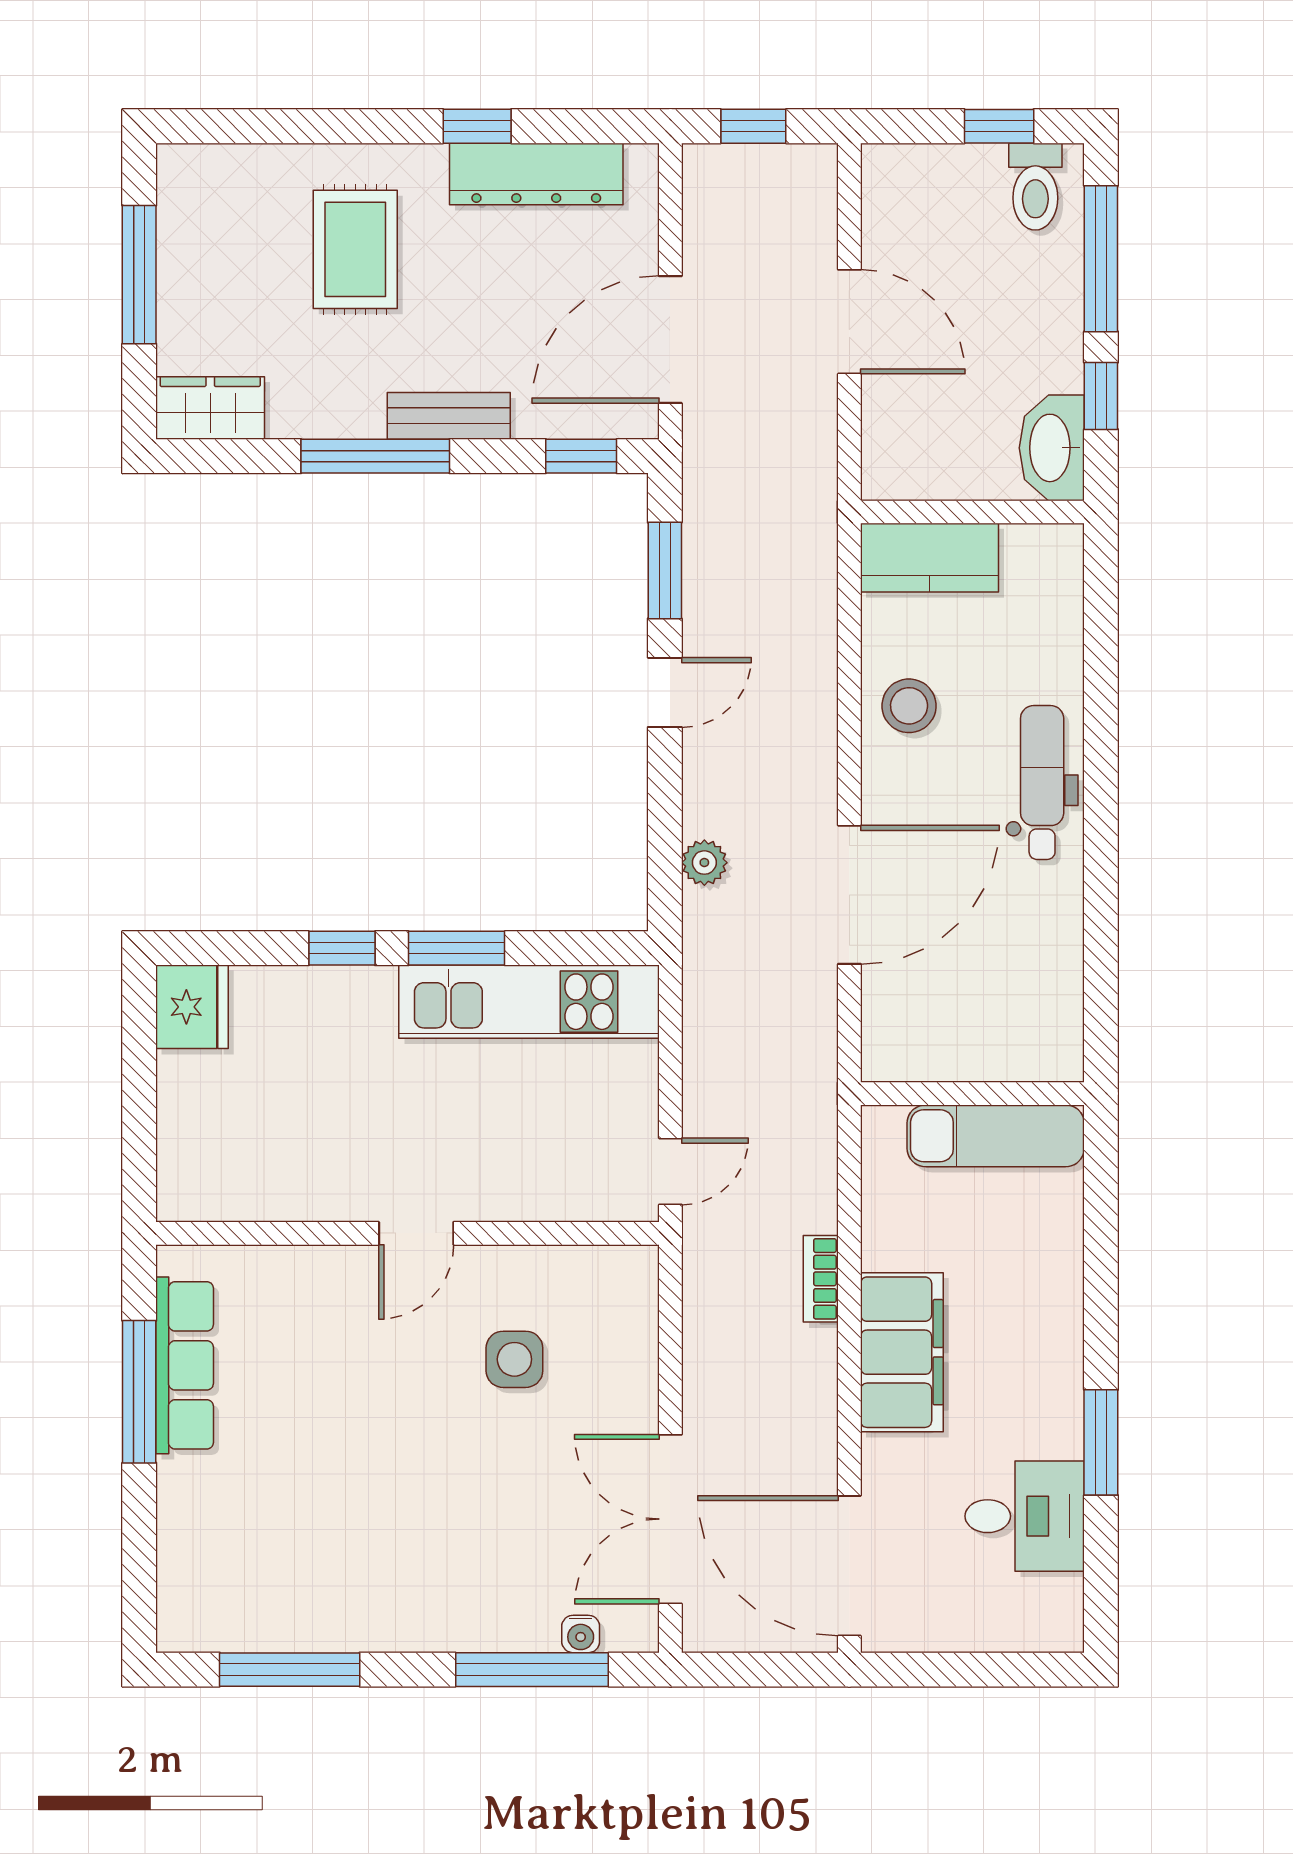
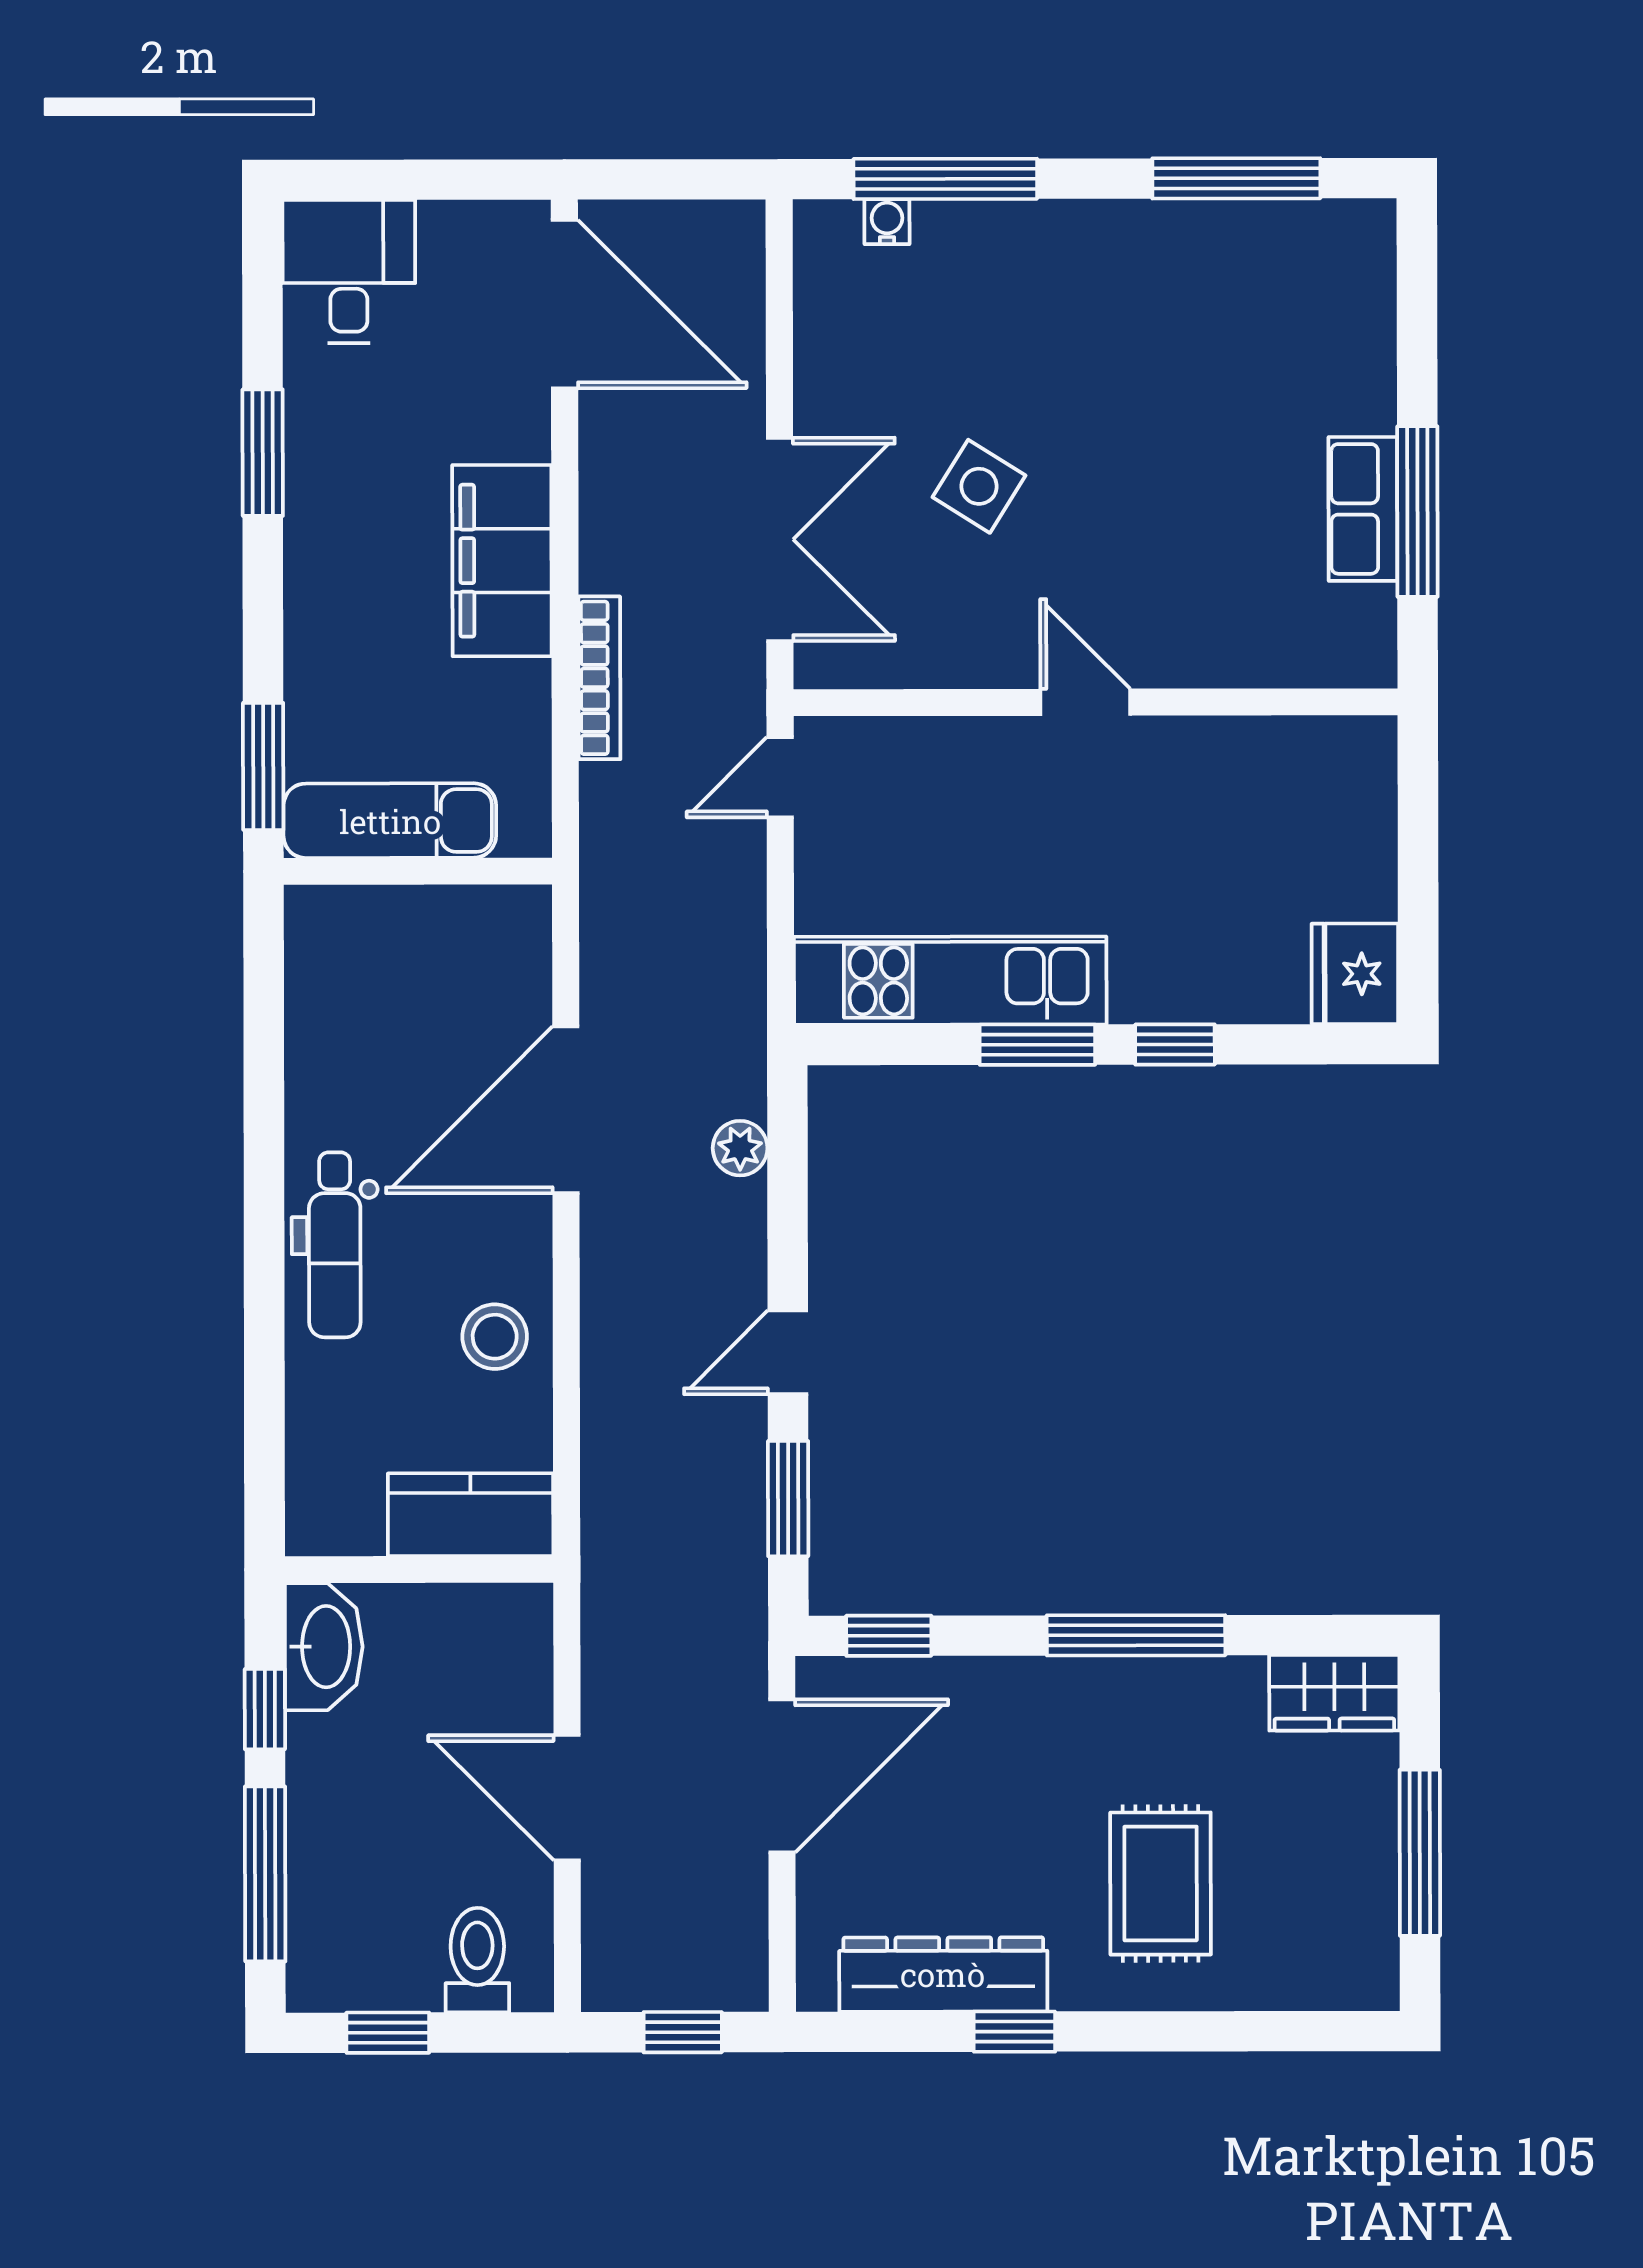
toilet: (1035, 187) -> (477, 1960), moved
bench: (449, 416) -> (1048, 1684), removed
window: (1101, 1181) -> (263, 766), added
door: (416, 1233) -> (1085, 702), hinge flipped
bookcase: (821, 1279) -> (599, 678), width x1.56
side table: (514, 1359) -> (979, 486), moved, turned 32
row of seats: (185, 1365) -> (1363, 509), width x0.68
desk: (1025, 1516) -> (349, 272), moved, turned 90
double door: (670, 1519) -> (780, 539), moved

